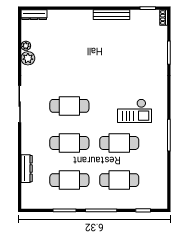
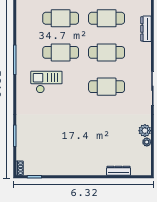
dresser: (34, 15) -> (119, 171), moved
bench: (111, 15) -> (68, 171), removed

